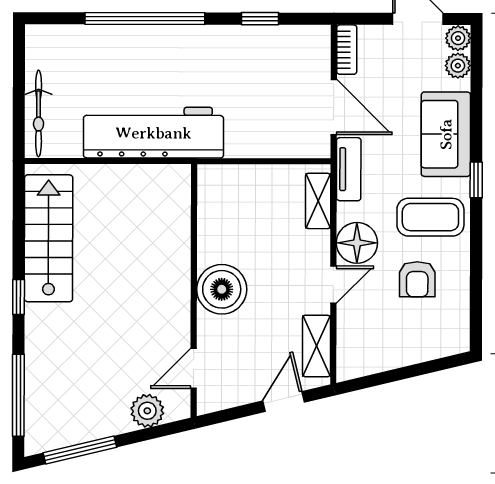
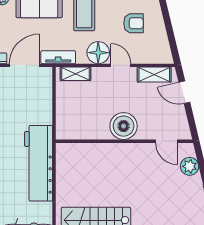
armchair: (417, 279) -> (134, 23), moved

